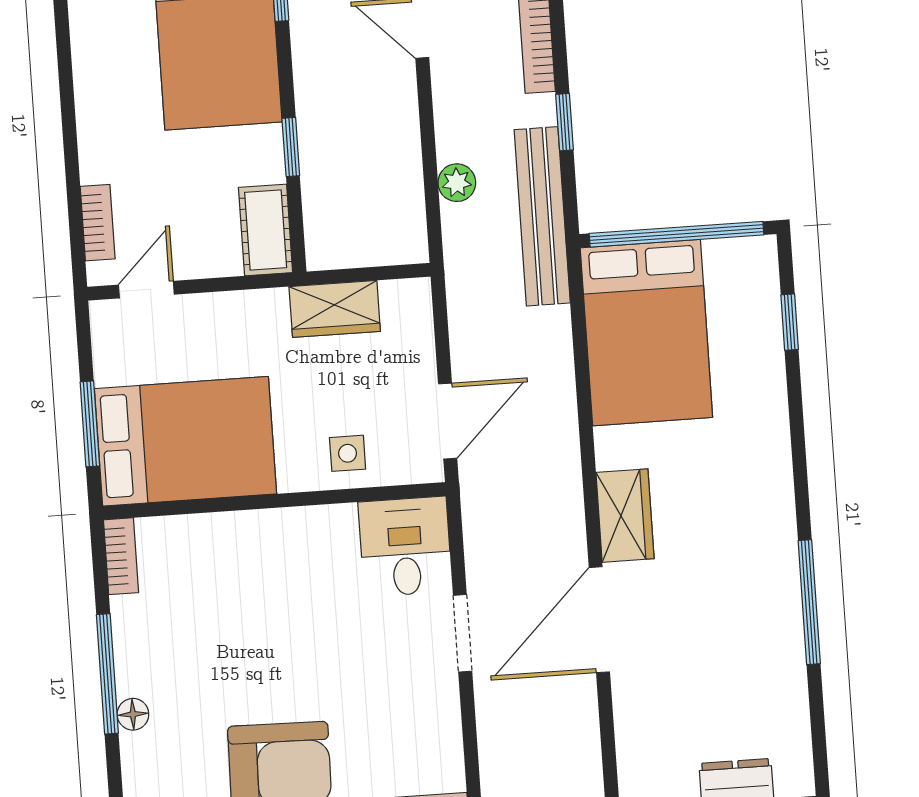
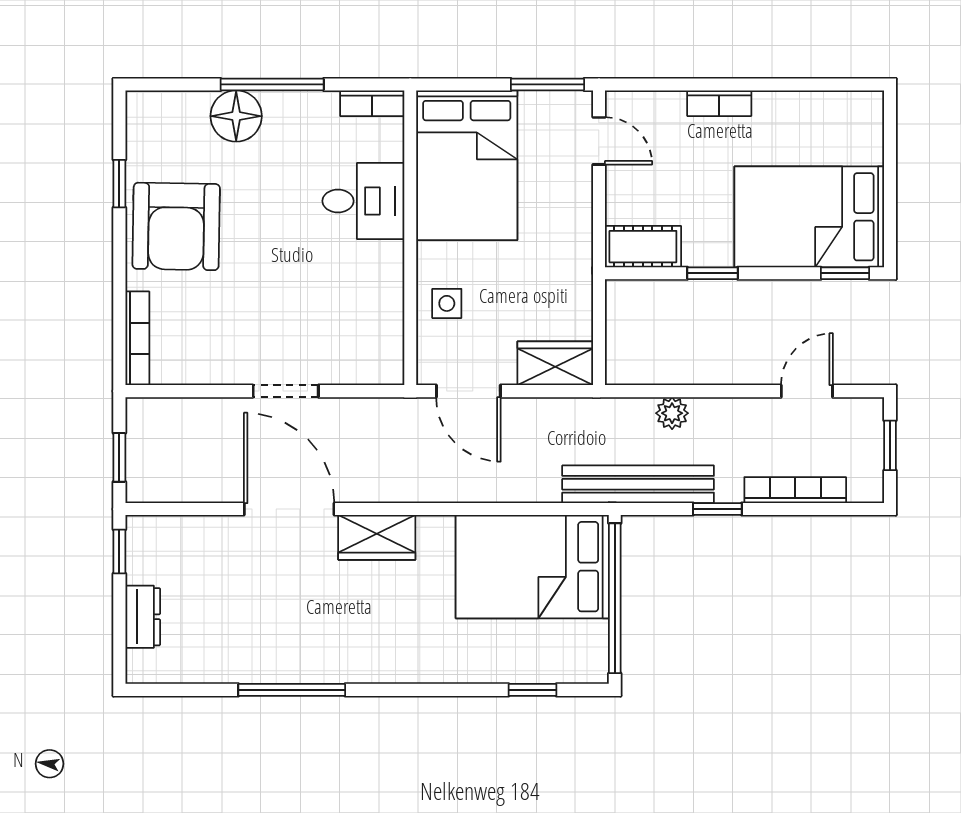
bookcase: (98, 223) -> (719, 103), moved
wardrobe: (335, 309) -> (555, 363), moved, turned 90
window: (90, 424) -> (547, 84), moved
desk: (405, 547) -> (363, 201), moved
floor lamp: (133, 714) -> (236, 116), width x1.89, depth x1.89

